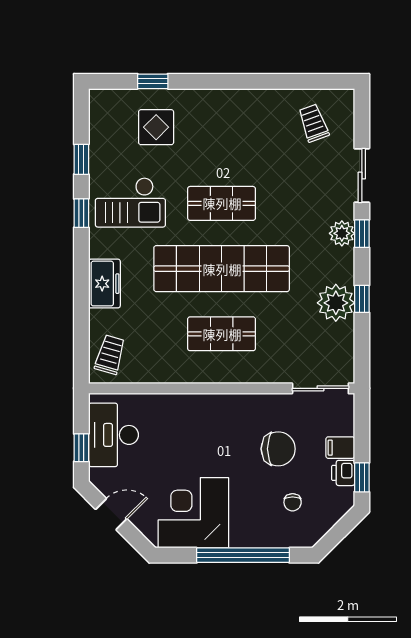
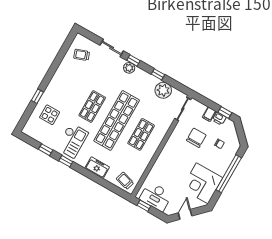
window: (153, 81) -> (37, 96), moved
plant: (336, 303) -> (163, 90), moved
window: (81, 448) -> (144, 206), moved

